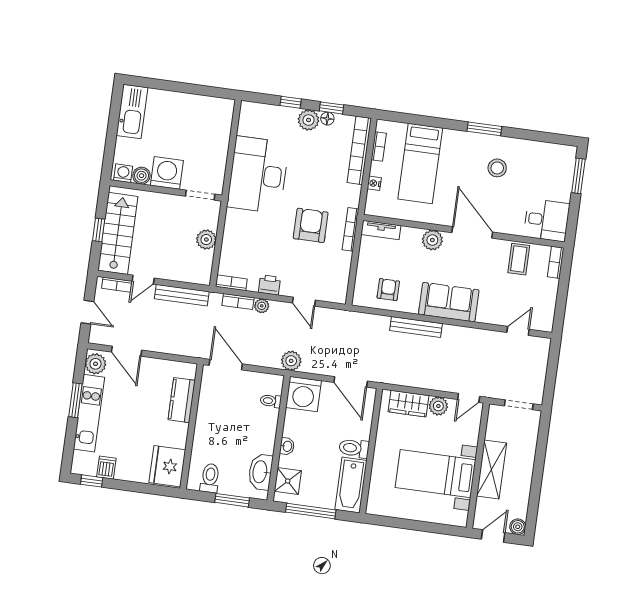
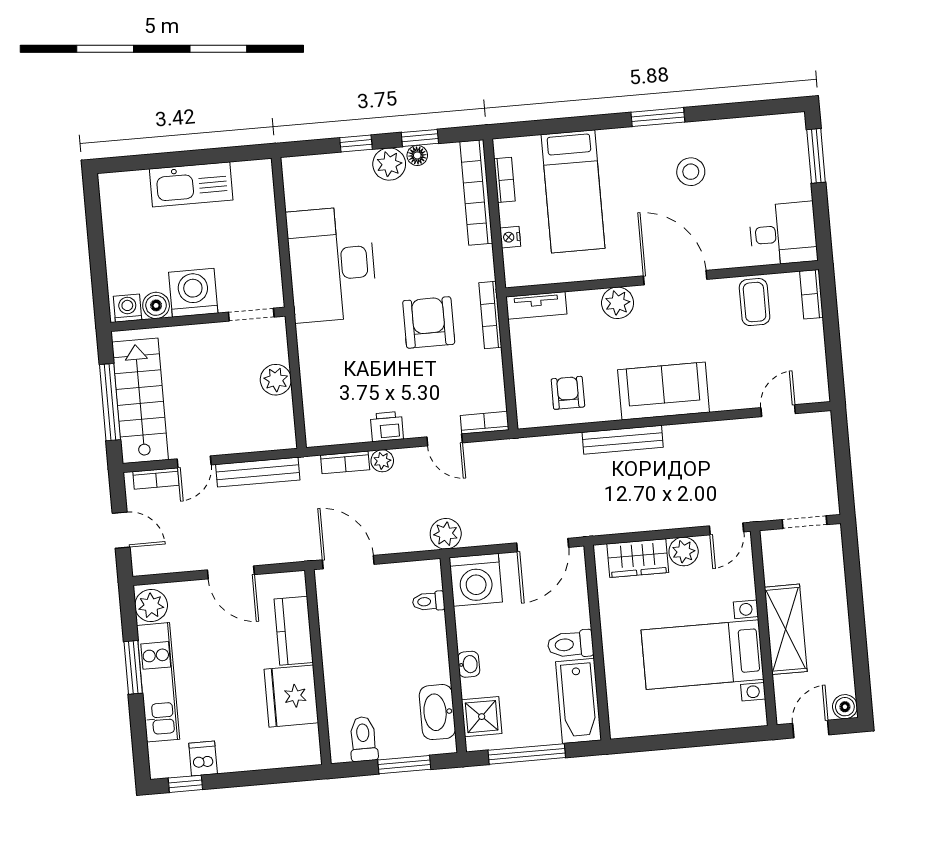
kitchen sink: (132, 111) -> (191, 184), moved, turned 90
window: (99, 230) -> (110, 402), width x2.17
bookcase: (231, 283) -> (485, 423), moved
door: (127, 351) -> (231, 572), moved
door: (351, 382) -> (543, 545), hinge flipped
fridge: (167, 466) -> (291, 696), moved

